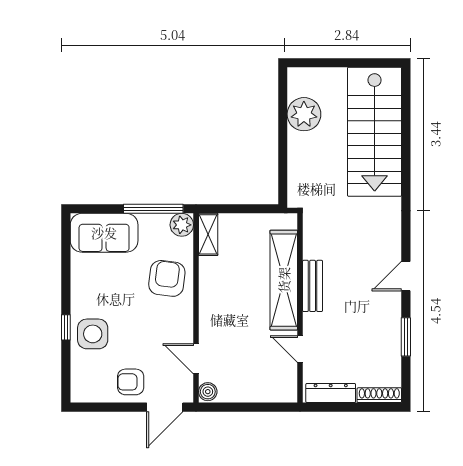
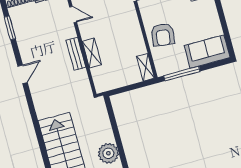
plant: (182, 225) -> (163, 69), removed
shelving: (284, 280) -> (92, 53), width x0.45, depth x0.75
window: (406, 337) -> (10, 28), moved

